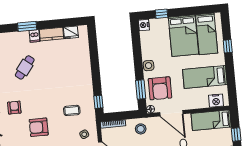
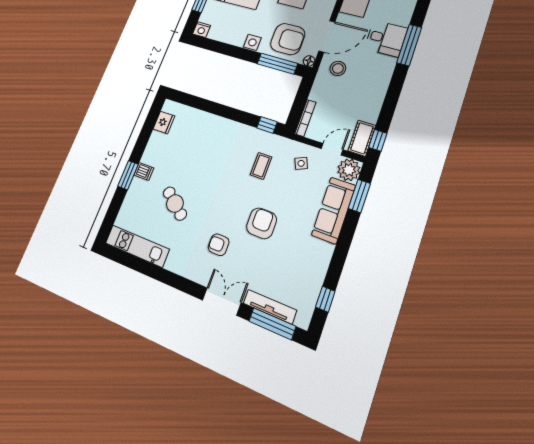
kitchen counter: (52, 34) -> (153, 148), removed
window: (141, 89) -> (277, 64), width x1.44
armchair: (39, 127) -> (262, 223), turned 180
stool: (141, 129) -> (338, 68), moved

